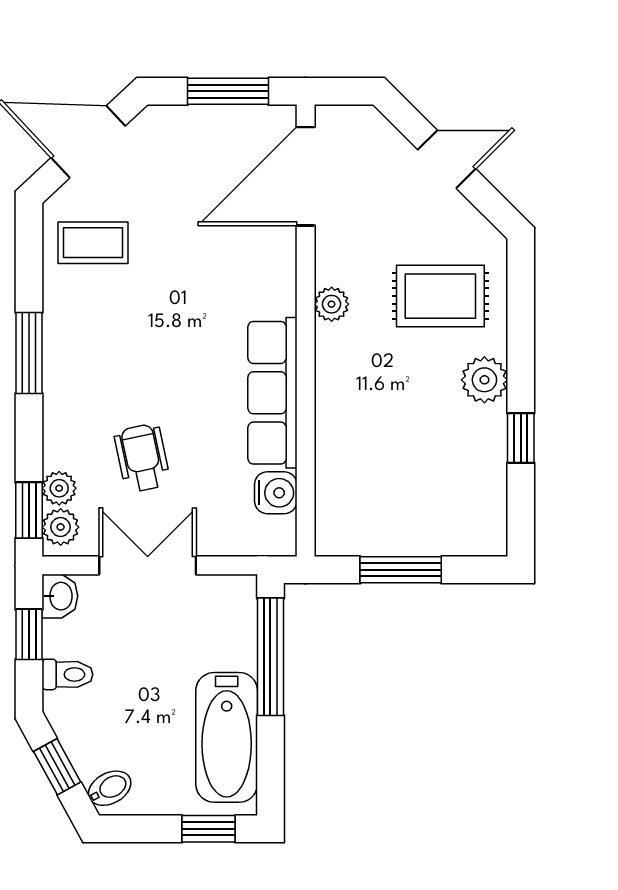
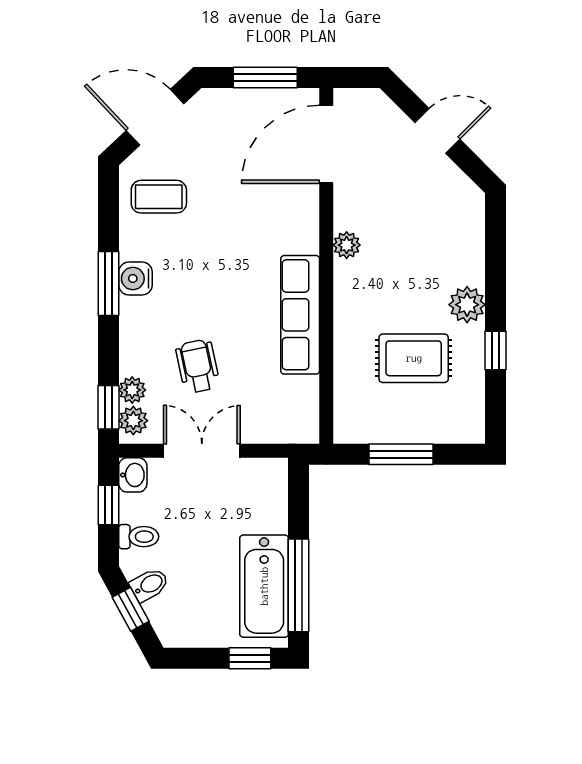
rug: (440, 296) -> (414, 358), moved
water cooler: (276, 493) -> (135, 278), moved, turned 180
window: (270, 657) -> (299, 585), moved
bidet: (110, 788) -> (149, 585), moved

